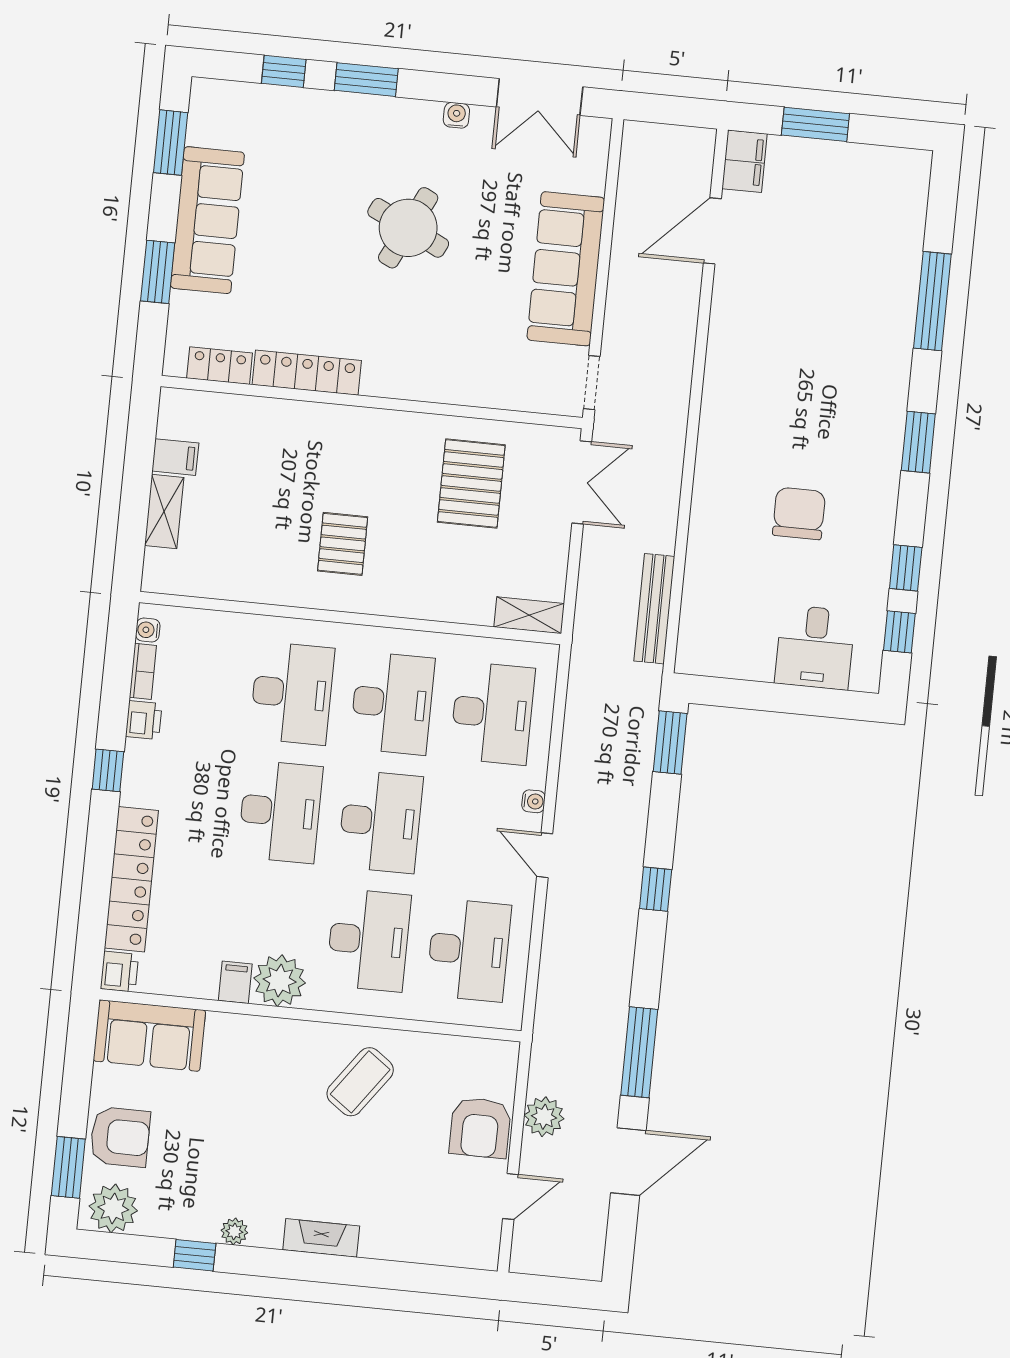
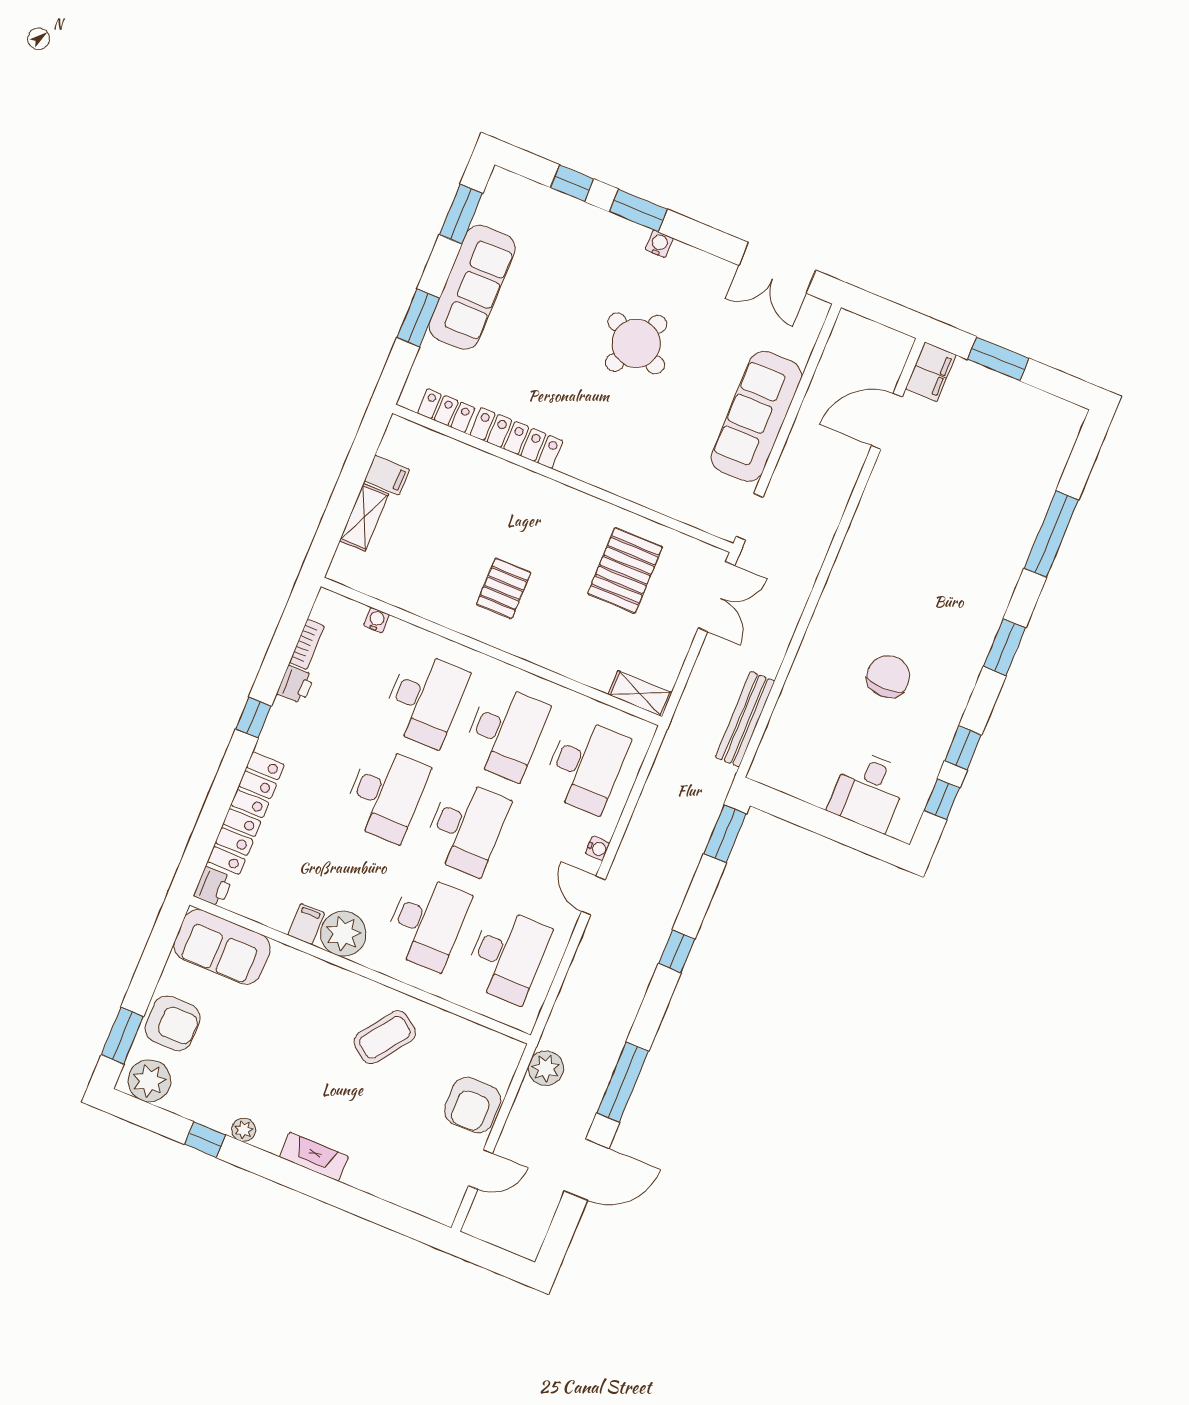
water cooler: (456, 115) -> (659, 244), moved
water cooler: (148, 630) -> (376, 620), moved, turned 90
plant: (544, 1117) -> (546, 1068), moved

